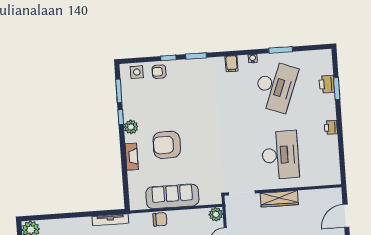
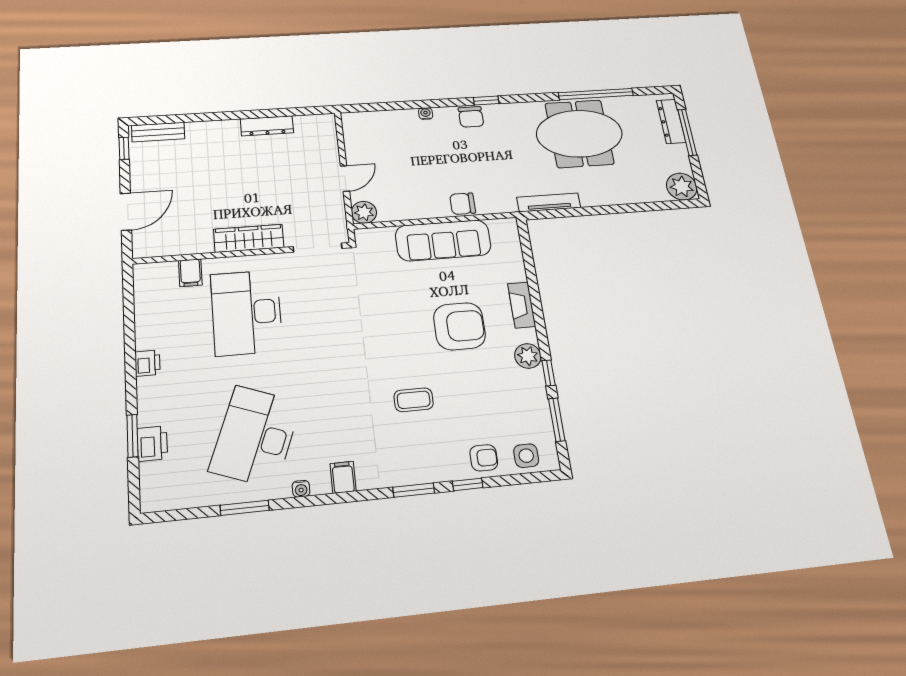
coffee table: (194, 104) -> (414, 400), added
filing cabinet: (310, 179) -> (190, 273), added

